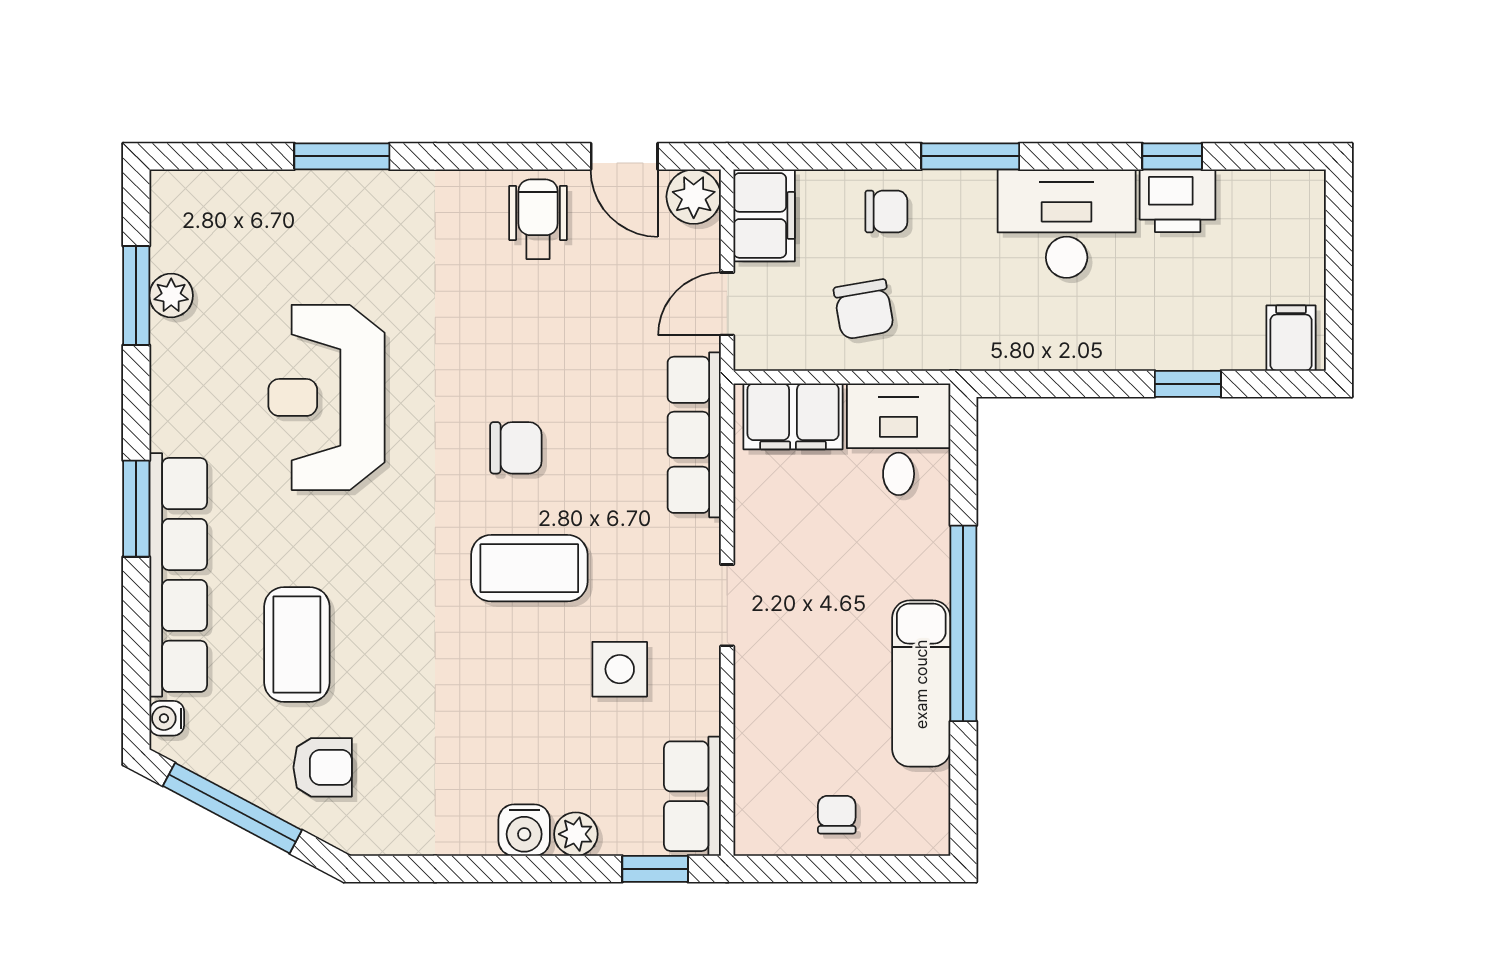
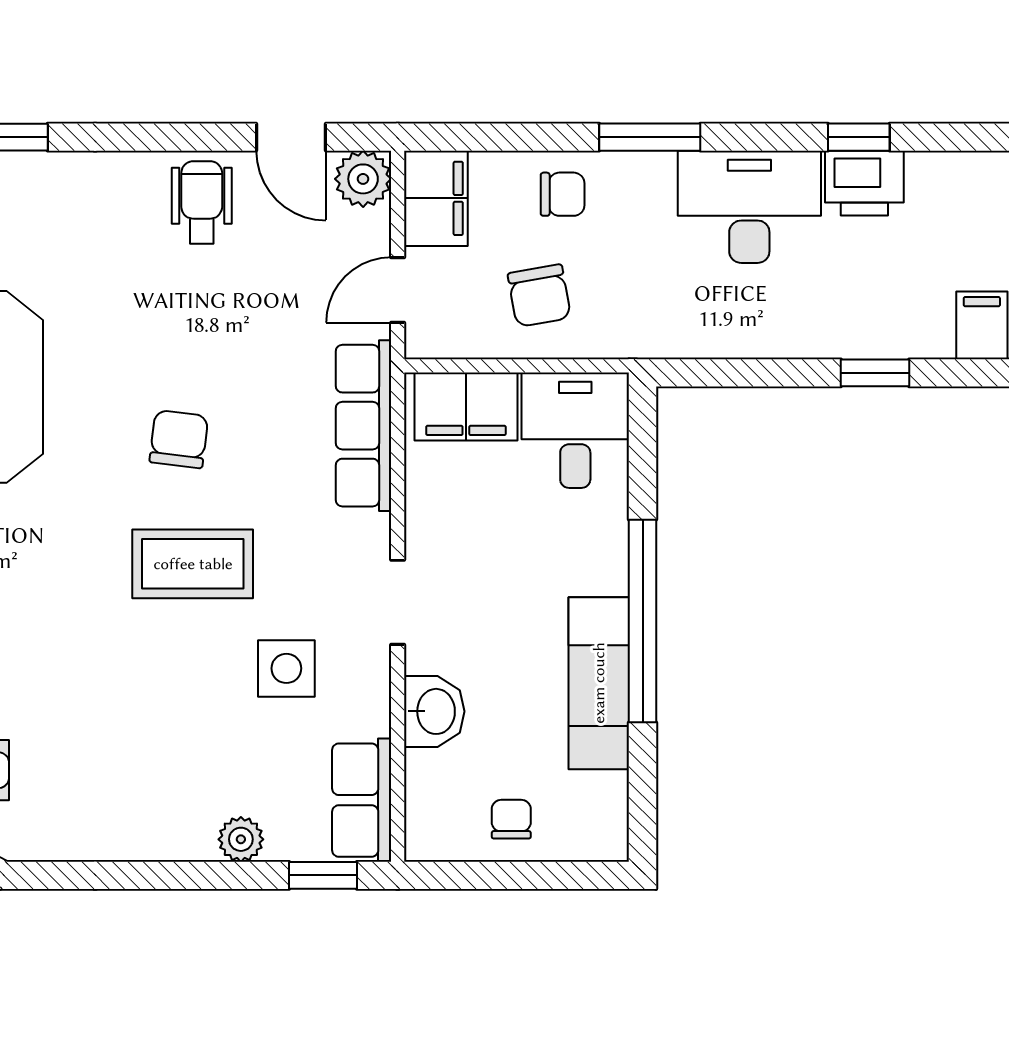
chair: (516, 448) -> (179, 439), turned -83
washbasin: (762, 711) -> (434, 711), added
water cooler: (524, 830) -> (187, 835), removed

